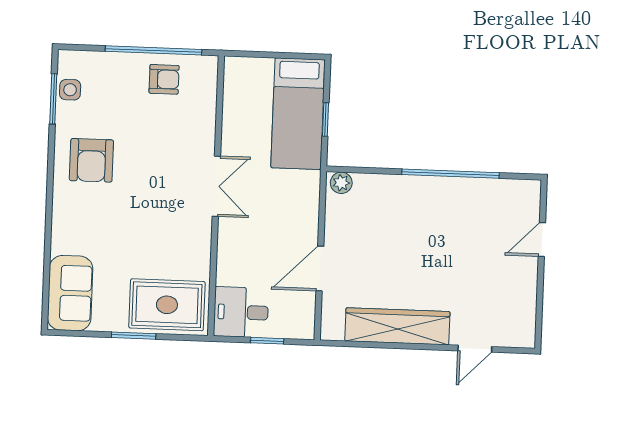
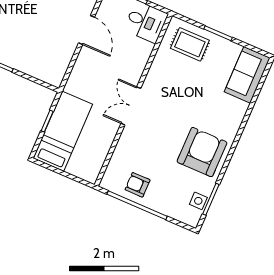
armchair: (91, 160) -> (202, 152), width x1.36, depth x1.36
plant: (341, 183) -> (53, 78), removed
door: (320, 269) -> (87, 30), hinge flipped
rug: (167, 305) -> (190, 44), width x0.73, depth x0.70

